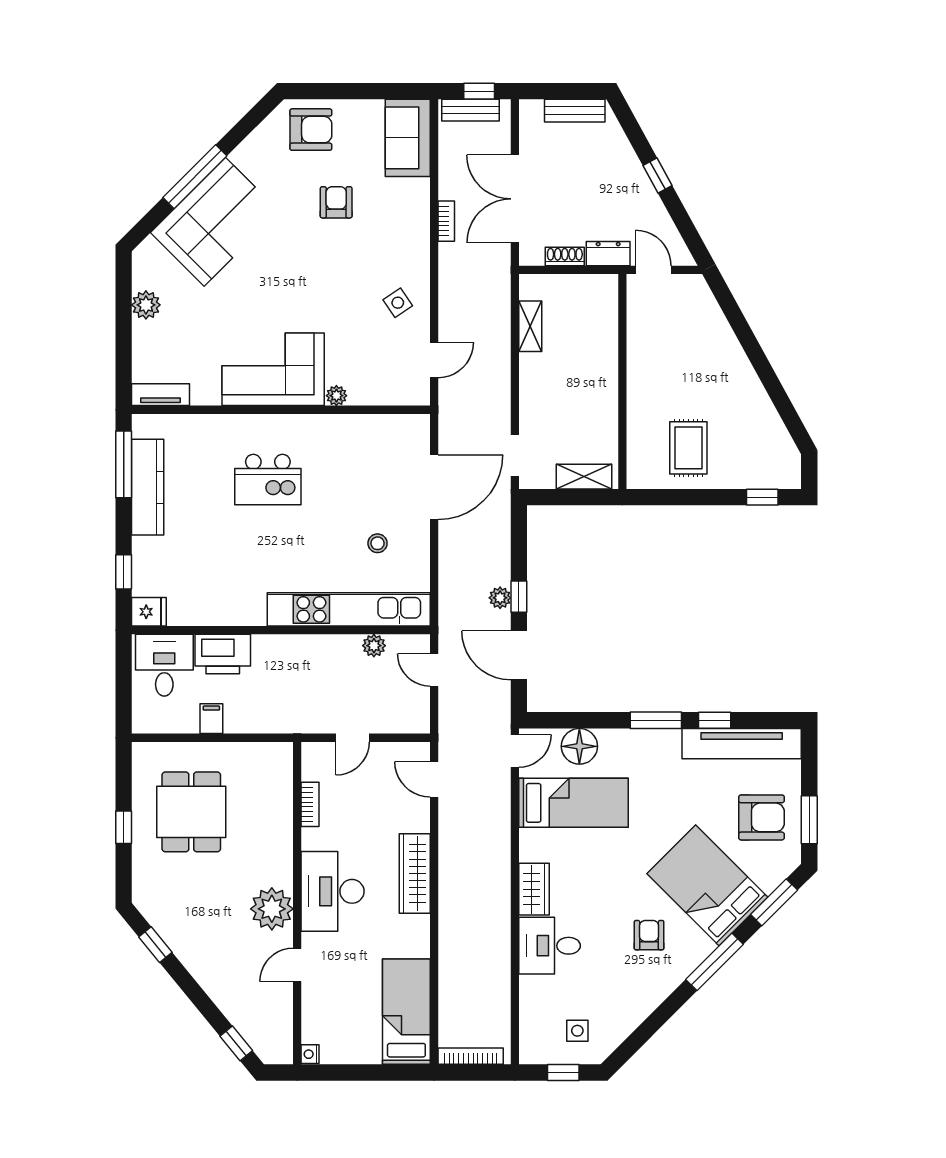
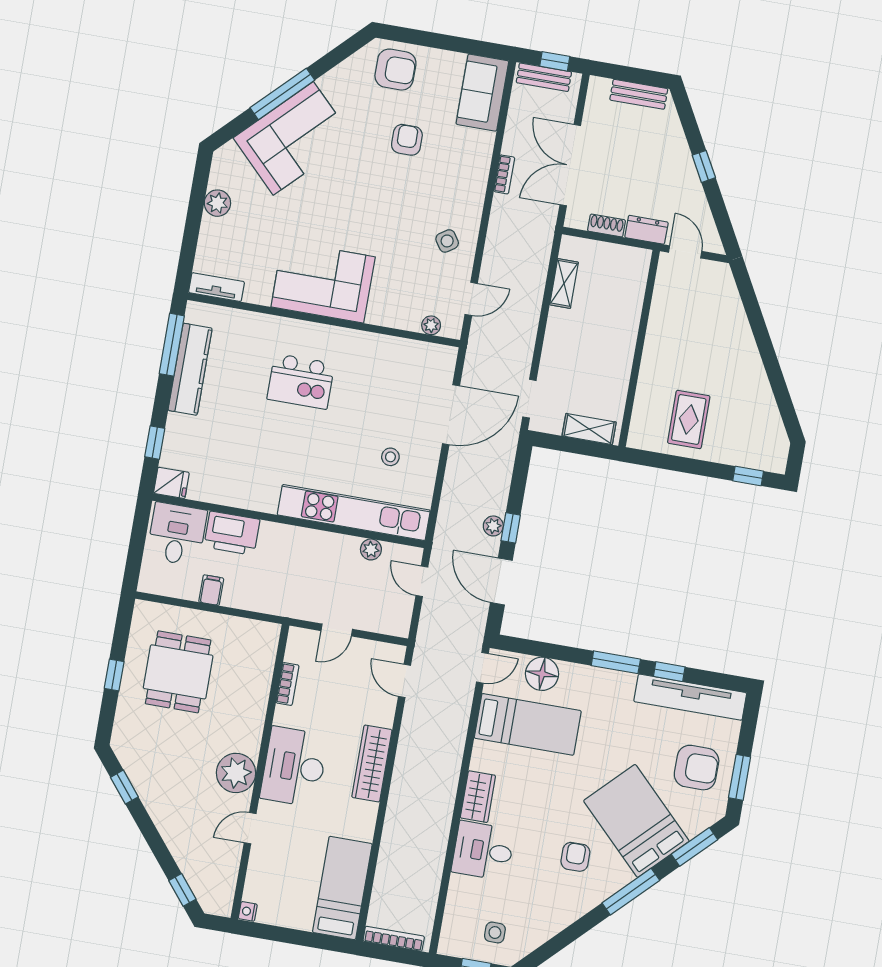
plant: (336, 396) -> (431, 325), moved

